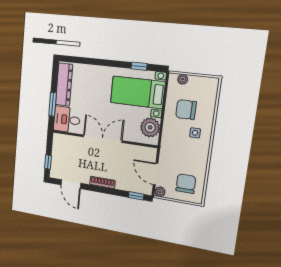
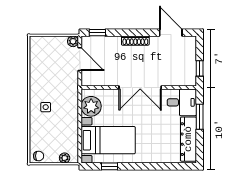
chair: (186, 110) -> (39, 156), moved, width x0.54, depth x0.54
window: (48, 162) -> (200, 68), moved
chair: (186, 184) -> (48, 54), removed

